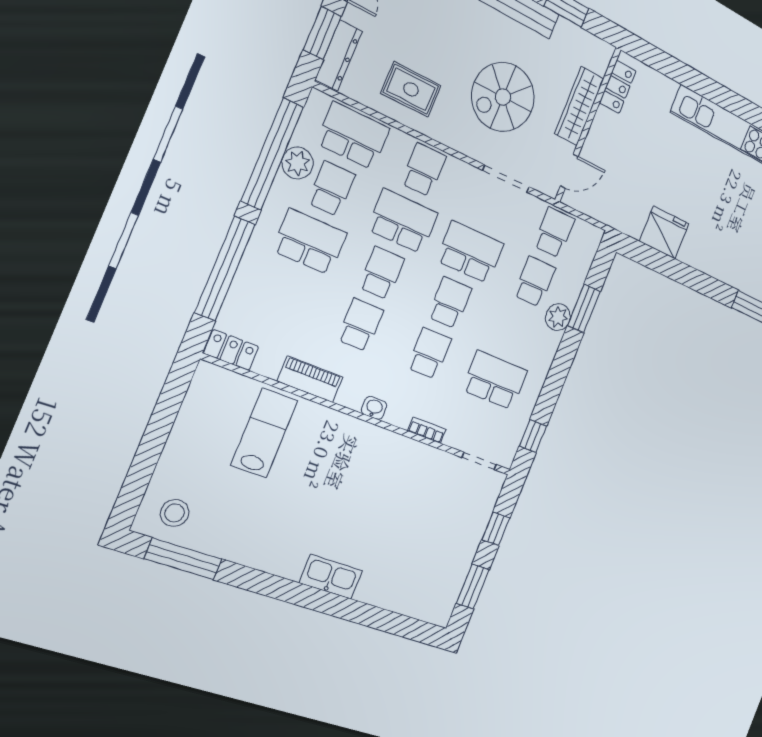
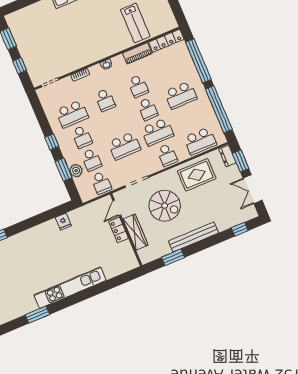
dresser: (339, 55) -> (227, 156), width x0.70
locker: (618, 87) -> (119, 230), moved
rug: (411, 89) -> (197, 175), width x1.36, depth x1.43
spiral stairs: (503, 97) -> (165, 206), turned 90
plant: (298, 163) -> (209, 115), removed
school desk: (331, 189) -> (190, 118), removed
fridge: (664, 233) -> (63, 222), width x0.53, depth x0.75
school desk: (450, 303) -> (82, 137), moved
plant: (558, 317) -> (76, 171), moved
locker: (231, 350) -> (166, 41), width x1.53
window: (533, 436) -> (52, 142), moved

